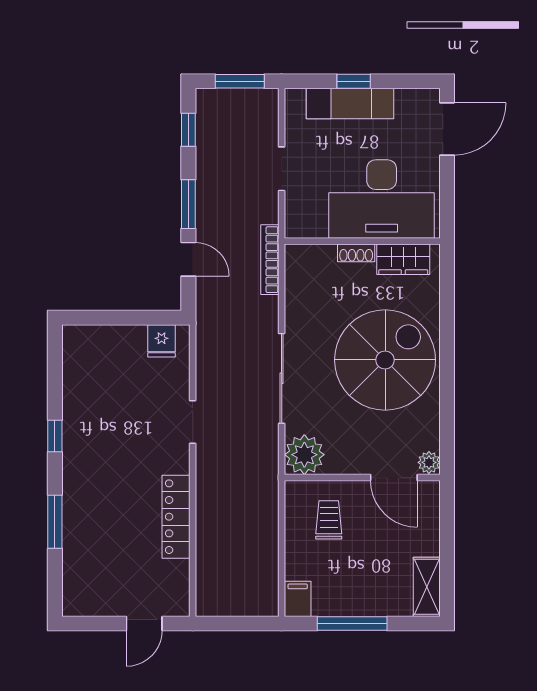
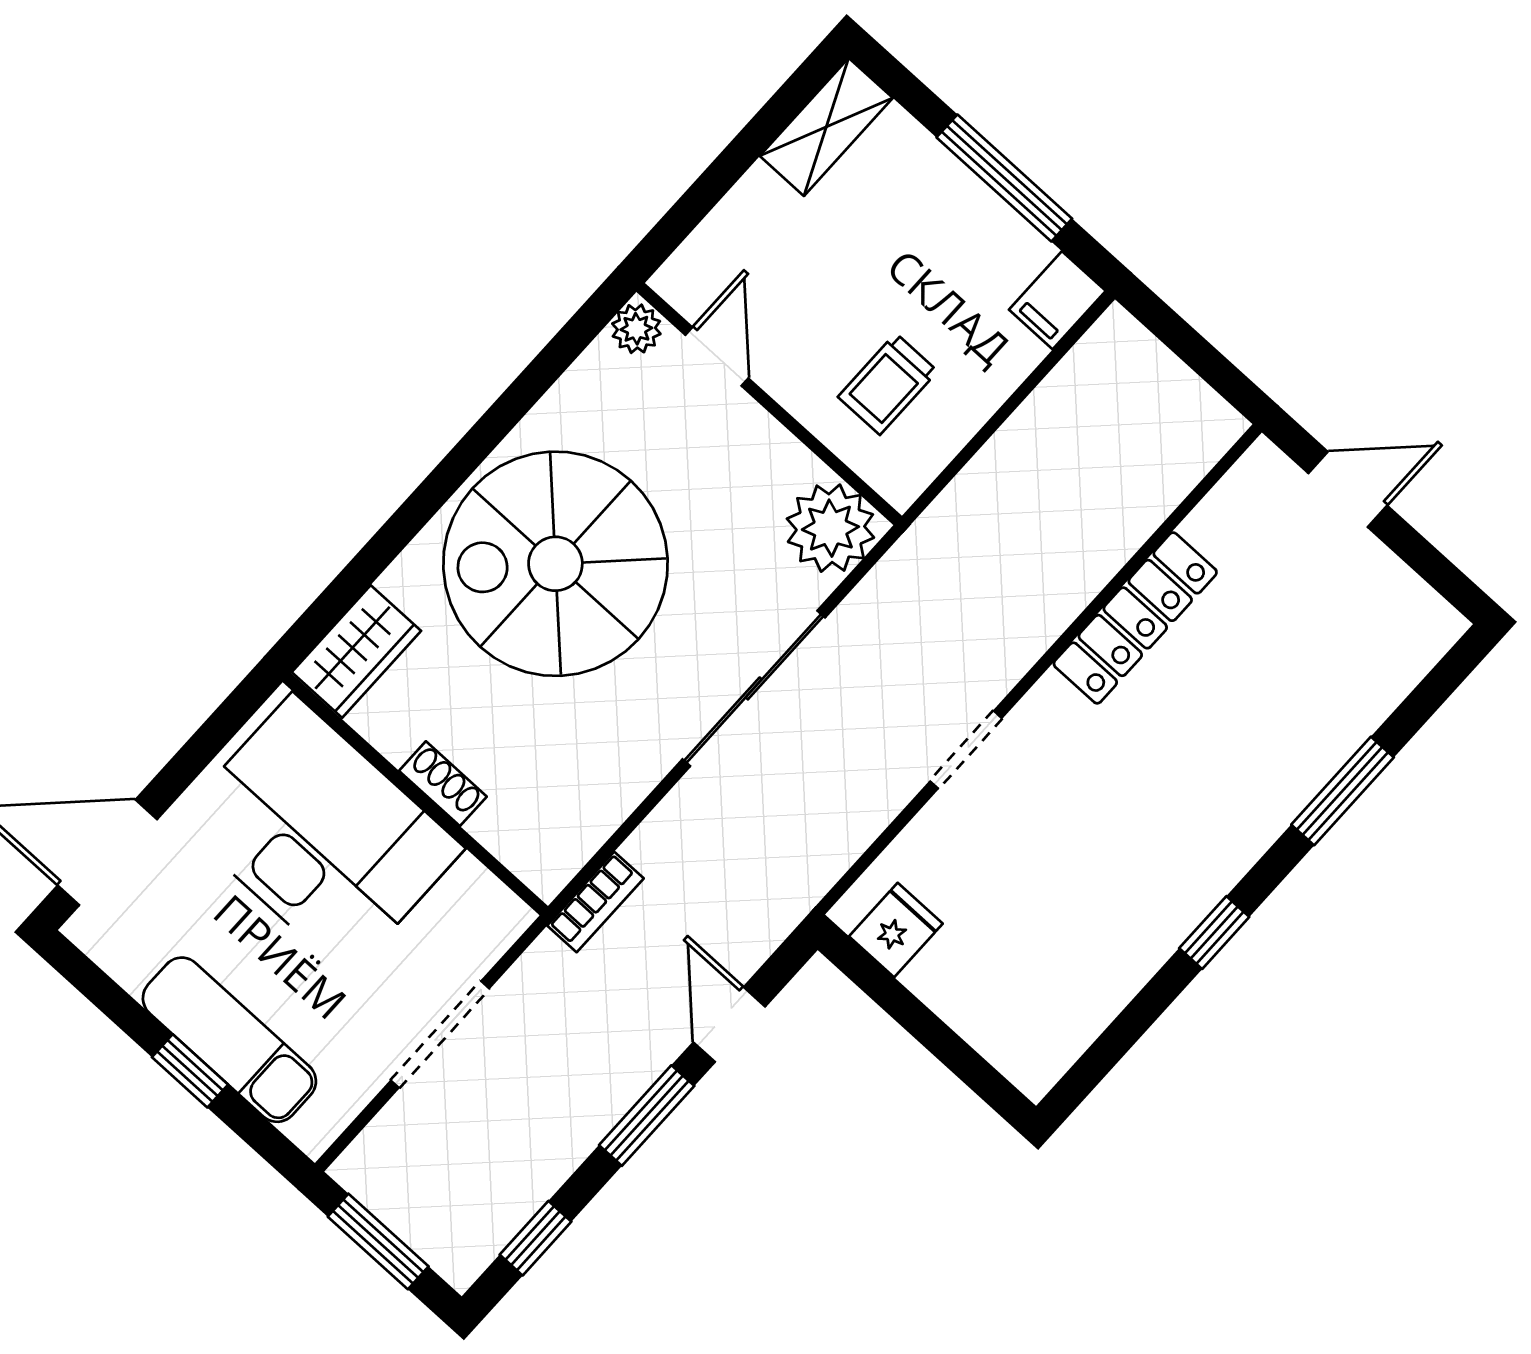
doorway: (282, 169) -> (440, 1034), width x1.38
wardrobe: (403, 259) -> (356, 651), moved, turned 90
bookcase: (270, 260) -> (595, 902), width x0.64
door: (394, 478) -> (717, 357), width x0.73

